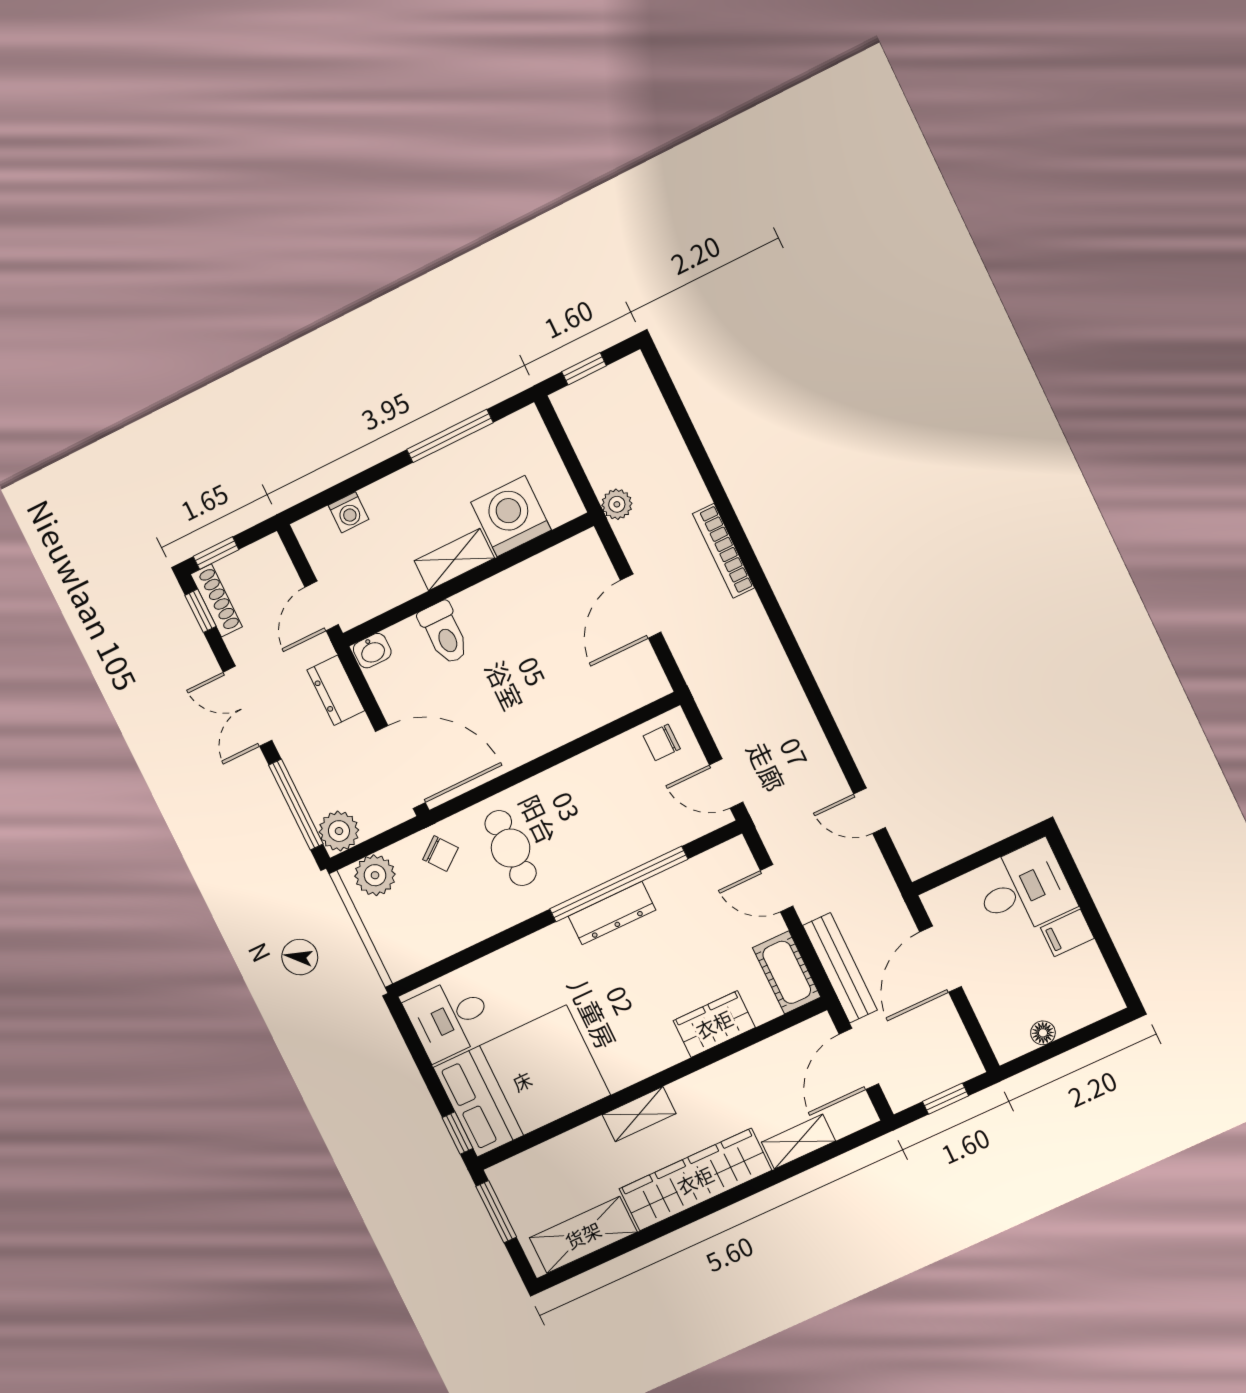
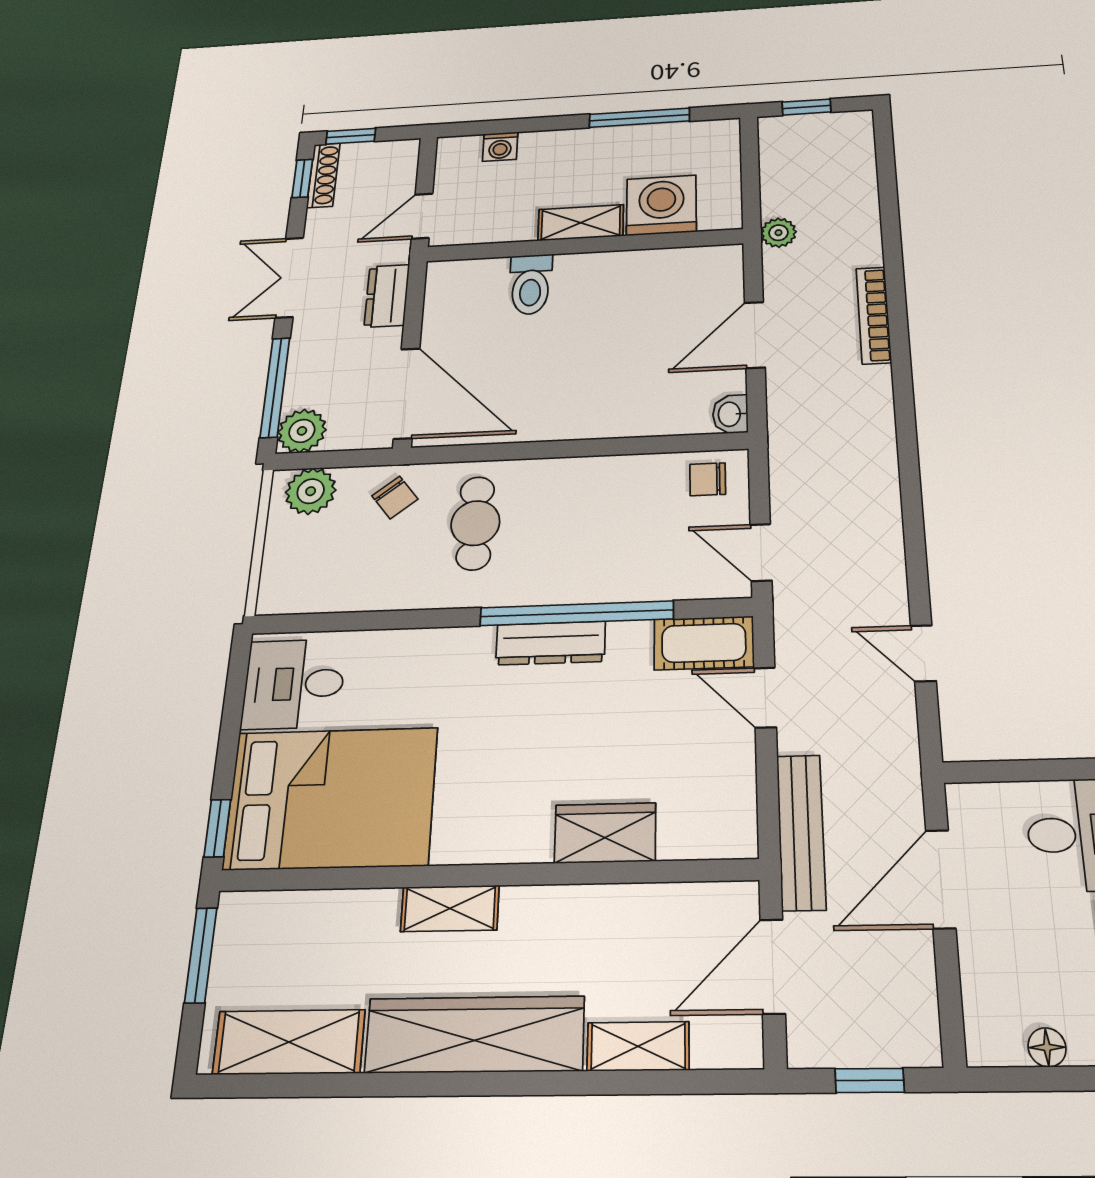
washbasin: (372, 651) -> (730, 414), moved, turned 90
cot: (787, 972) -> (704, 643), moved, turned 90

